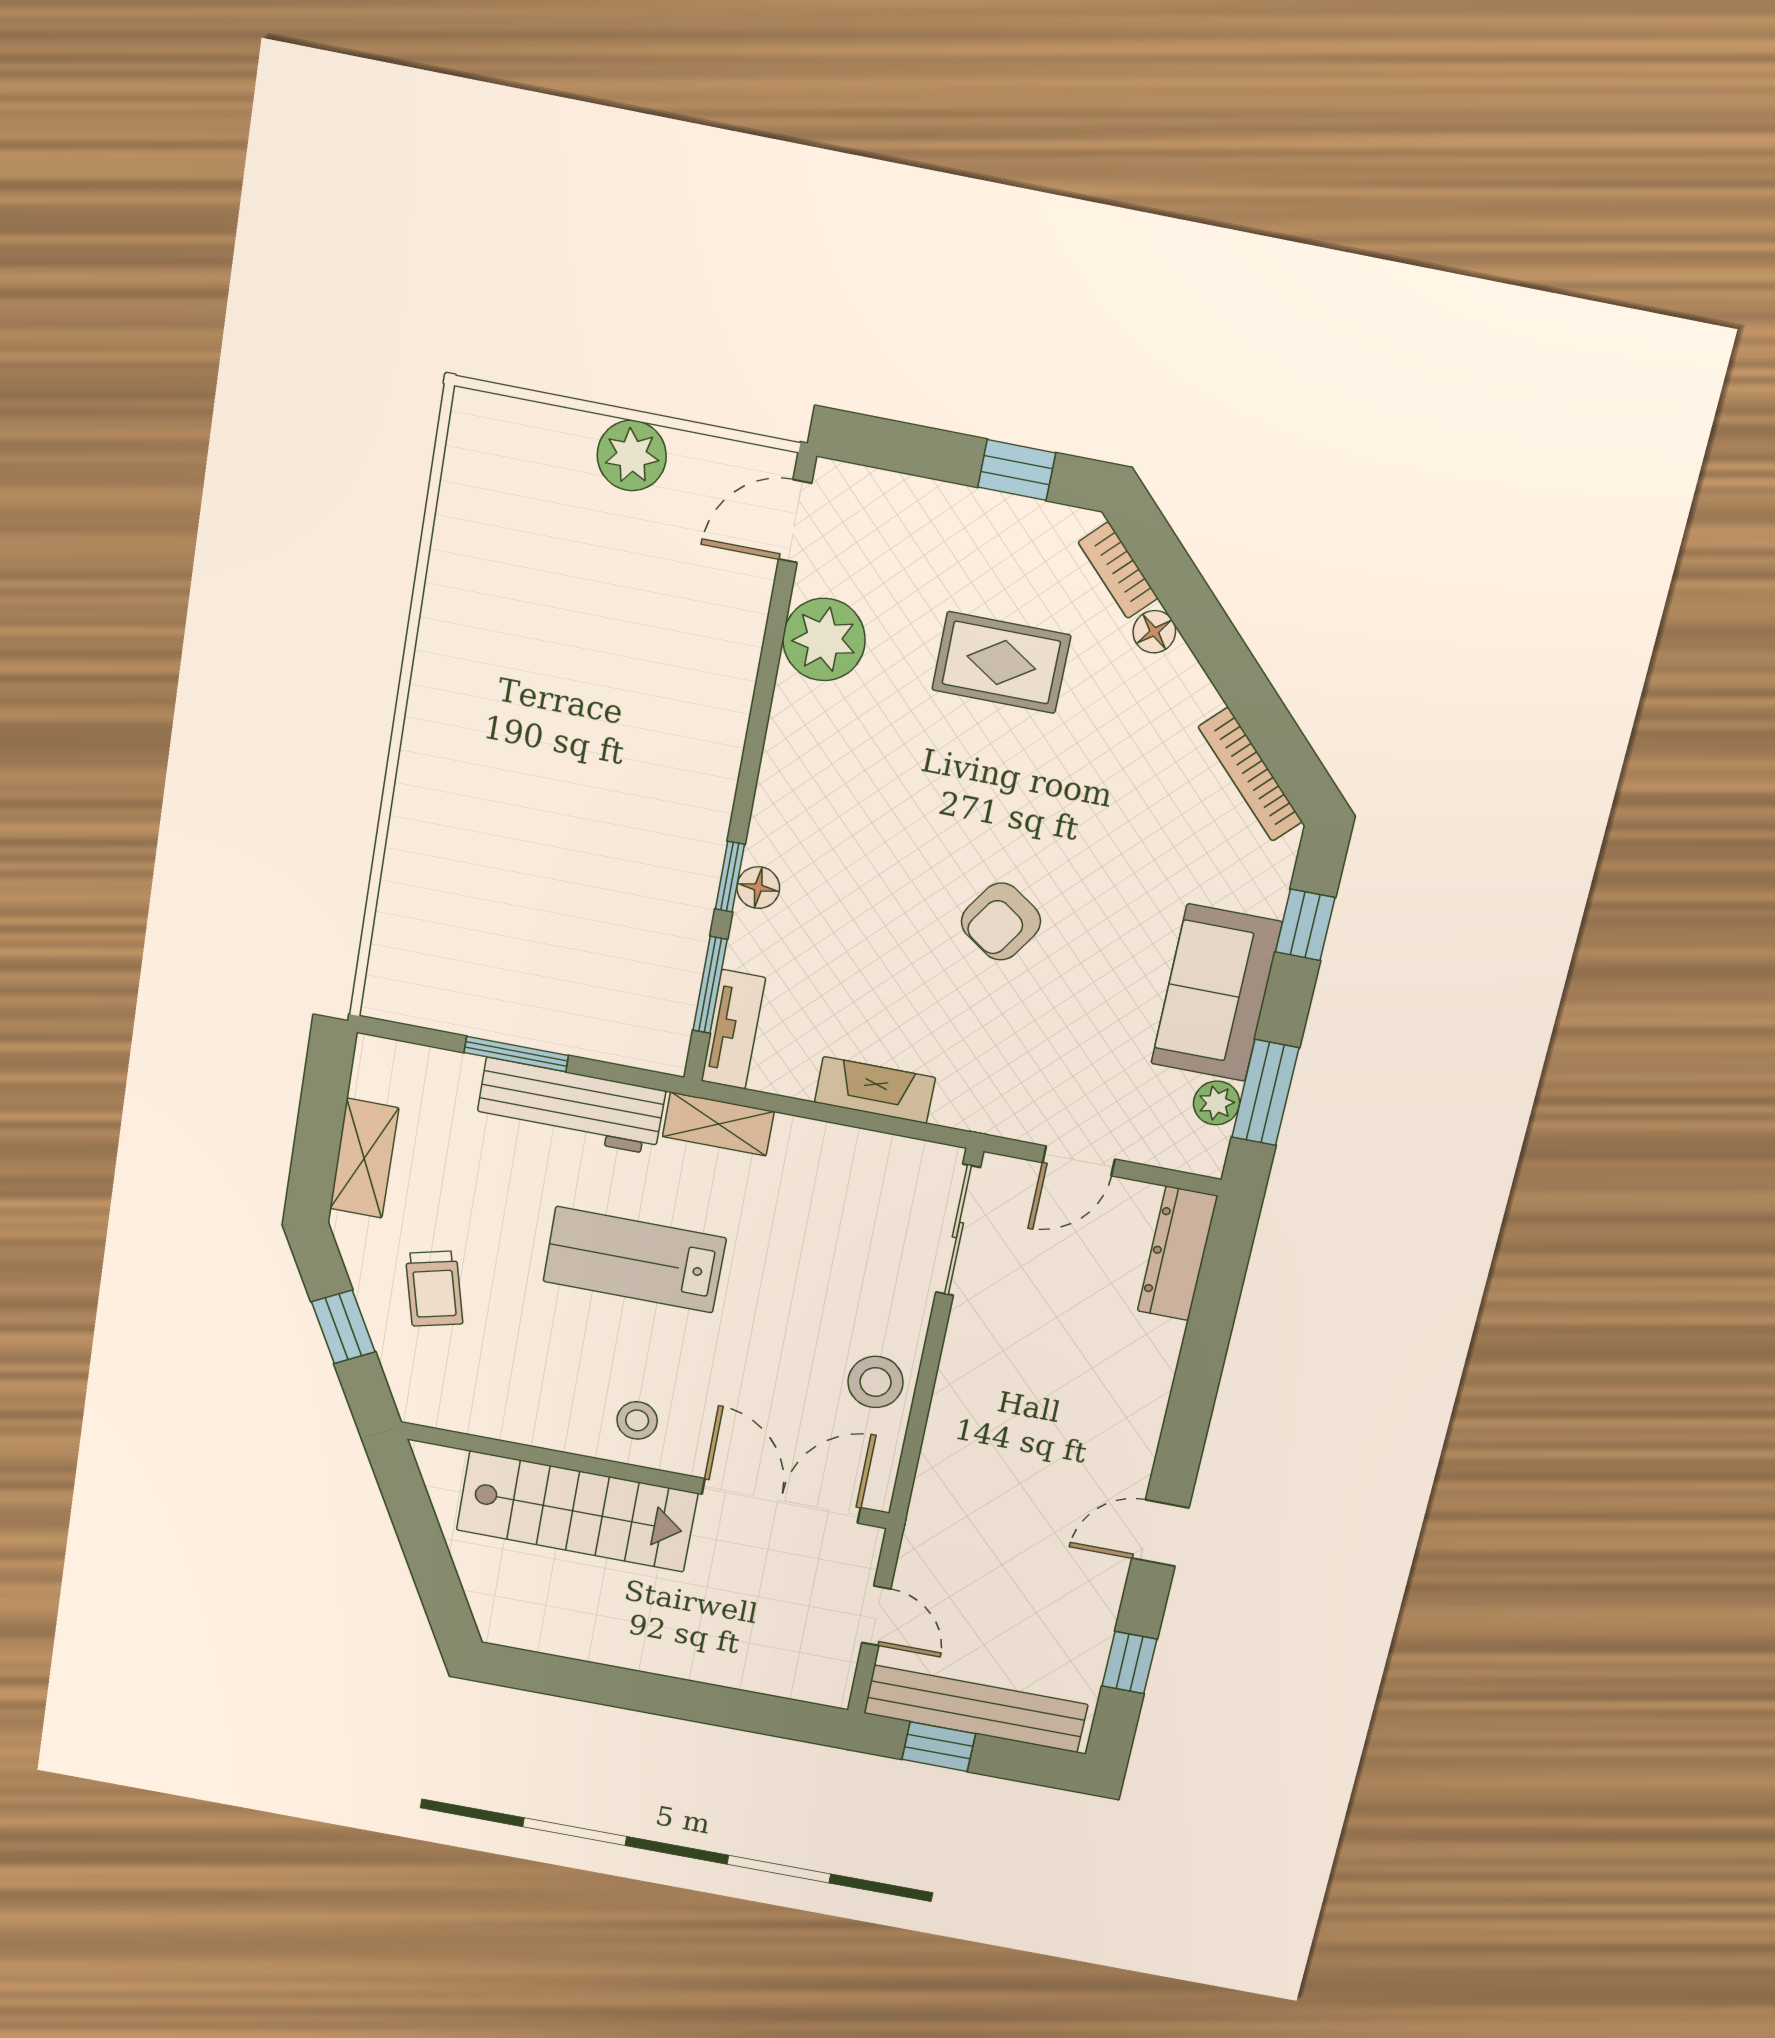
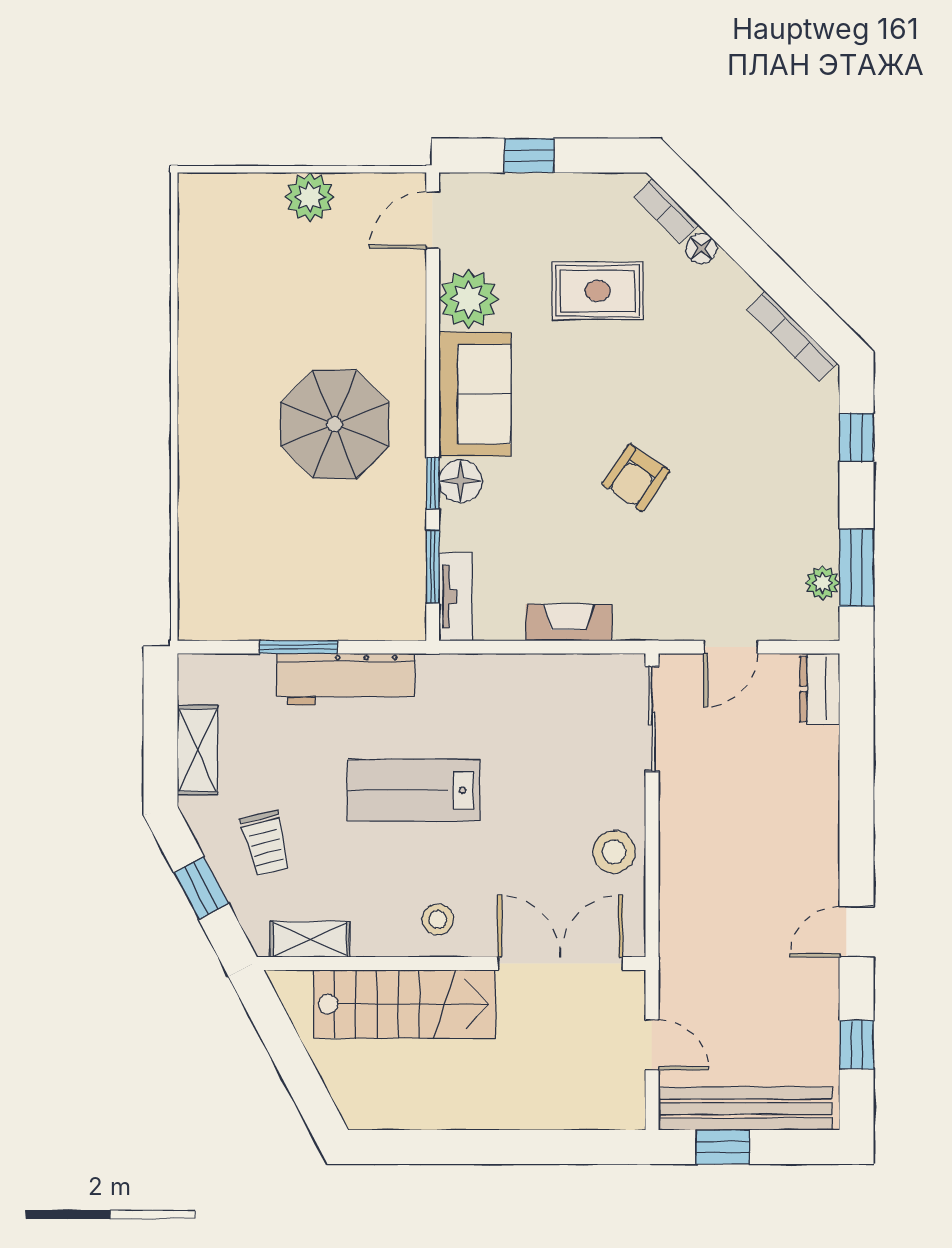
window: (1017, 470) -> (529, 156), moved
parasol: (613, 774) -> (335, 424), added
floor lamp: (758, 888) -> (460, 481), width x1.37, depth x1.37
sofa: (1216, 993) -> (475, 394), moved, turned 180
shelving: (718, 1124) -> (310, 939), moved
dresser: (1177, 1254) -> (820, 689), width x0.70

